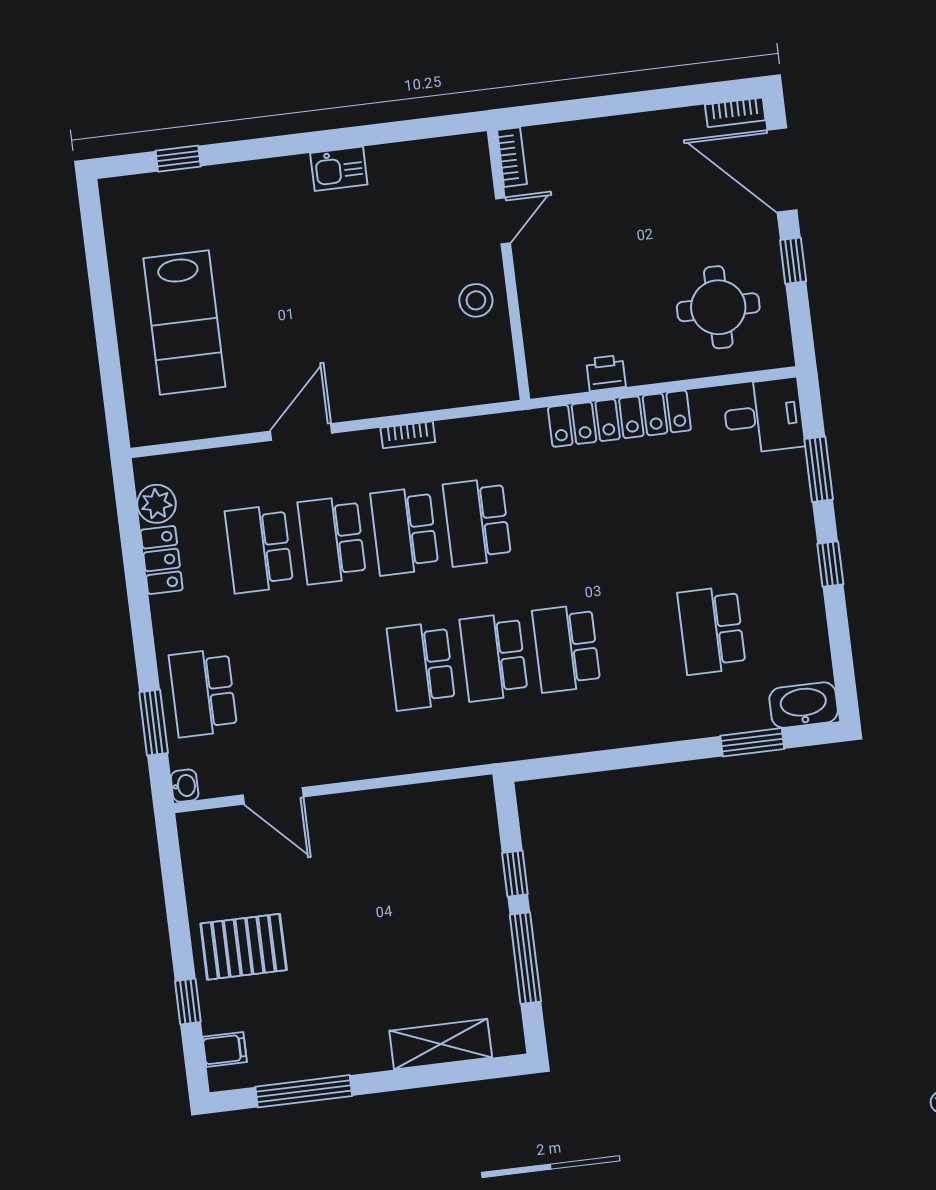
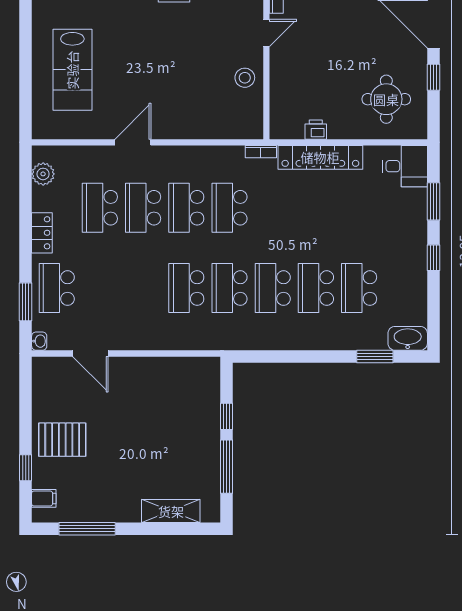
bookcase: (408, 435) -> (261, 152), moved
locker: (162, 560) -> (42, 233), moved
school desk: (639, 639) -> (316, 288), added

